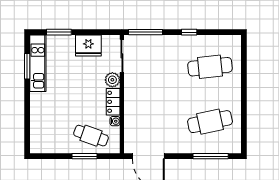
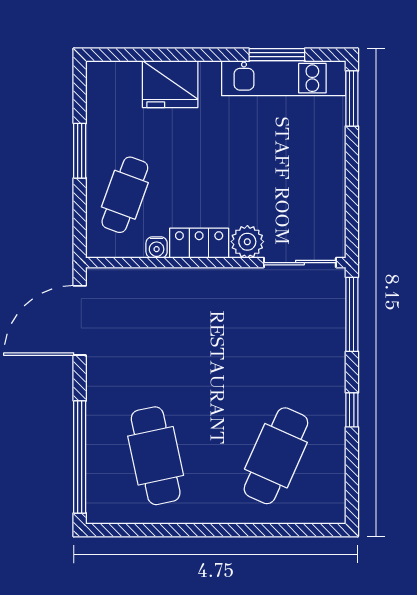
window: (59, 32) -> (352, 98), moved
fridge: (88, 46) -> (170, 84), moved, turned -90
cafe table: (210, 67) -> (276, 456), turned 30
window: (84, 156) -> (80, 151), moved
window: (211, 156) -> (80, 457), width x1.46

